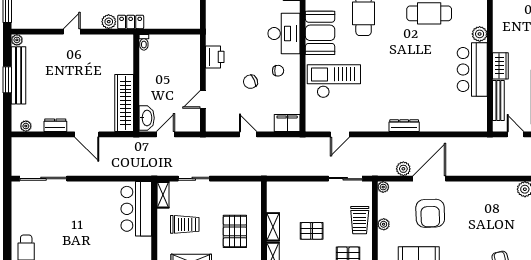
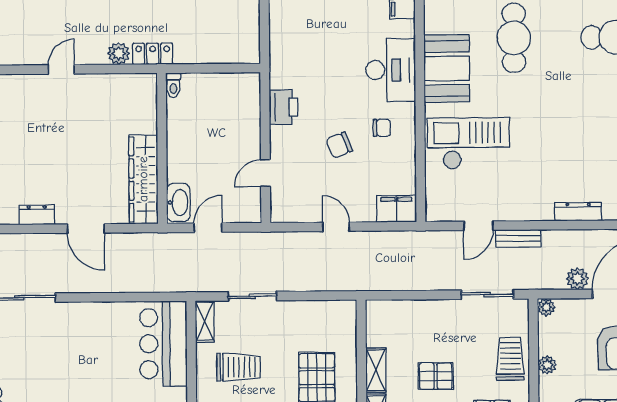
bench: (365, 143) -> (518, 238), added
trolley: (360, 220) -> (510, 359), turned 180

